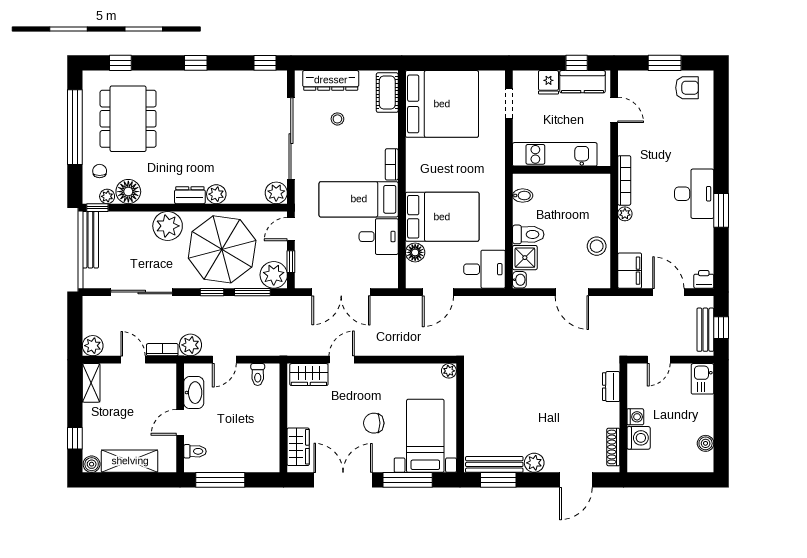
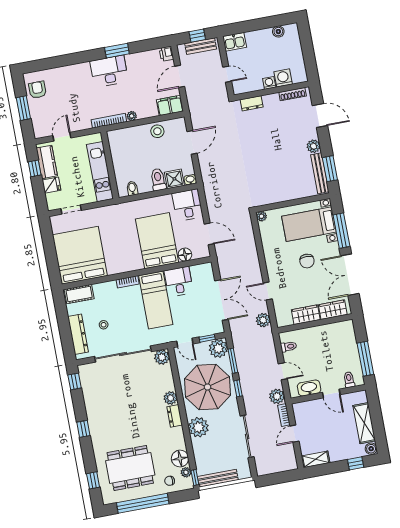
plant: (93, 346) -> (263, 320), moved
wardrobe: (309, 375) -> (306, 315), moved, turned -90

